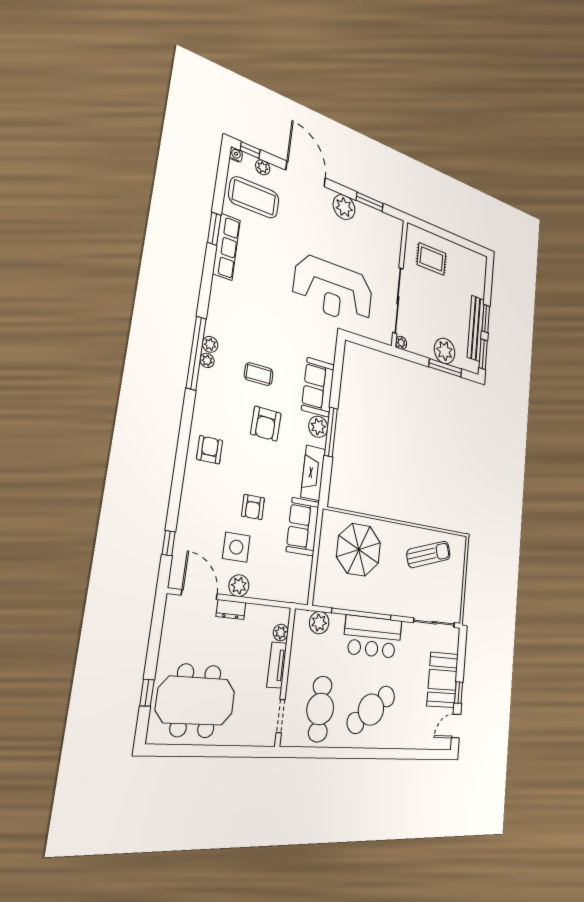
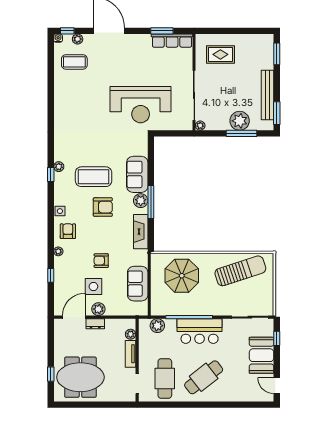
coffee table: (254, 197) -> (74, 62), width x0.73, depth x0.76
plant: (344, 207) -> (142, 43), removed
window: (214, 229) -> (51, 93), removed
row of seats: (226, 247) -> (172, 41), moved, turned 90
window: (486, 319) -> (277, 54), moved
window: (196, 353) -> (51, 174), width x0.32
plant: (207, 360) -> (58, 251), moved
coffee table: (259, 374) -> (94, 177), width x1.86, depth x1.72
side table: (202, 415) -> (60, 211), added
armchair: (266, 424) -> (103, 207), turned -92
armchair: (253, 507) -> (101, 261), turned 90
sofa: (303, 527) -> (138, 284), moved
window: (169, 543) -> (51, 275), moved
sun lounger: (429, 554) -> (240, 271), width x1.36, depth x1.34
door: (199, 594) -> (74, 317), hinge flipped
window: (459, 693) -> (277, 338), moved
door: (456, 726) -> (277, 386), hinge flipped

